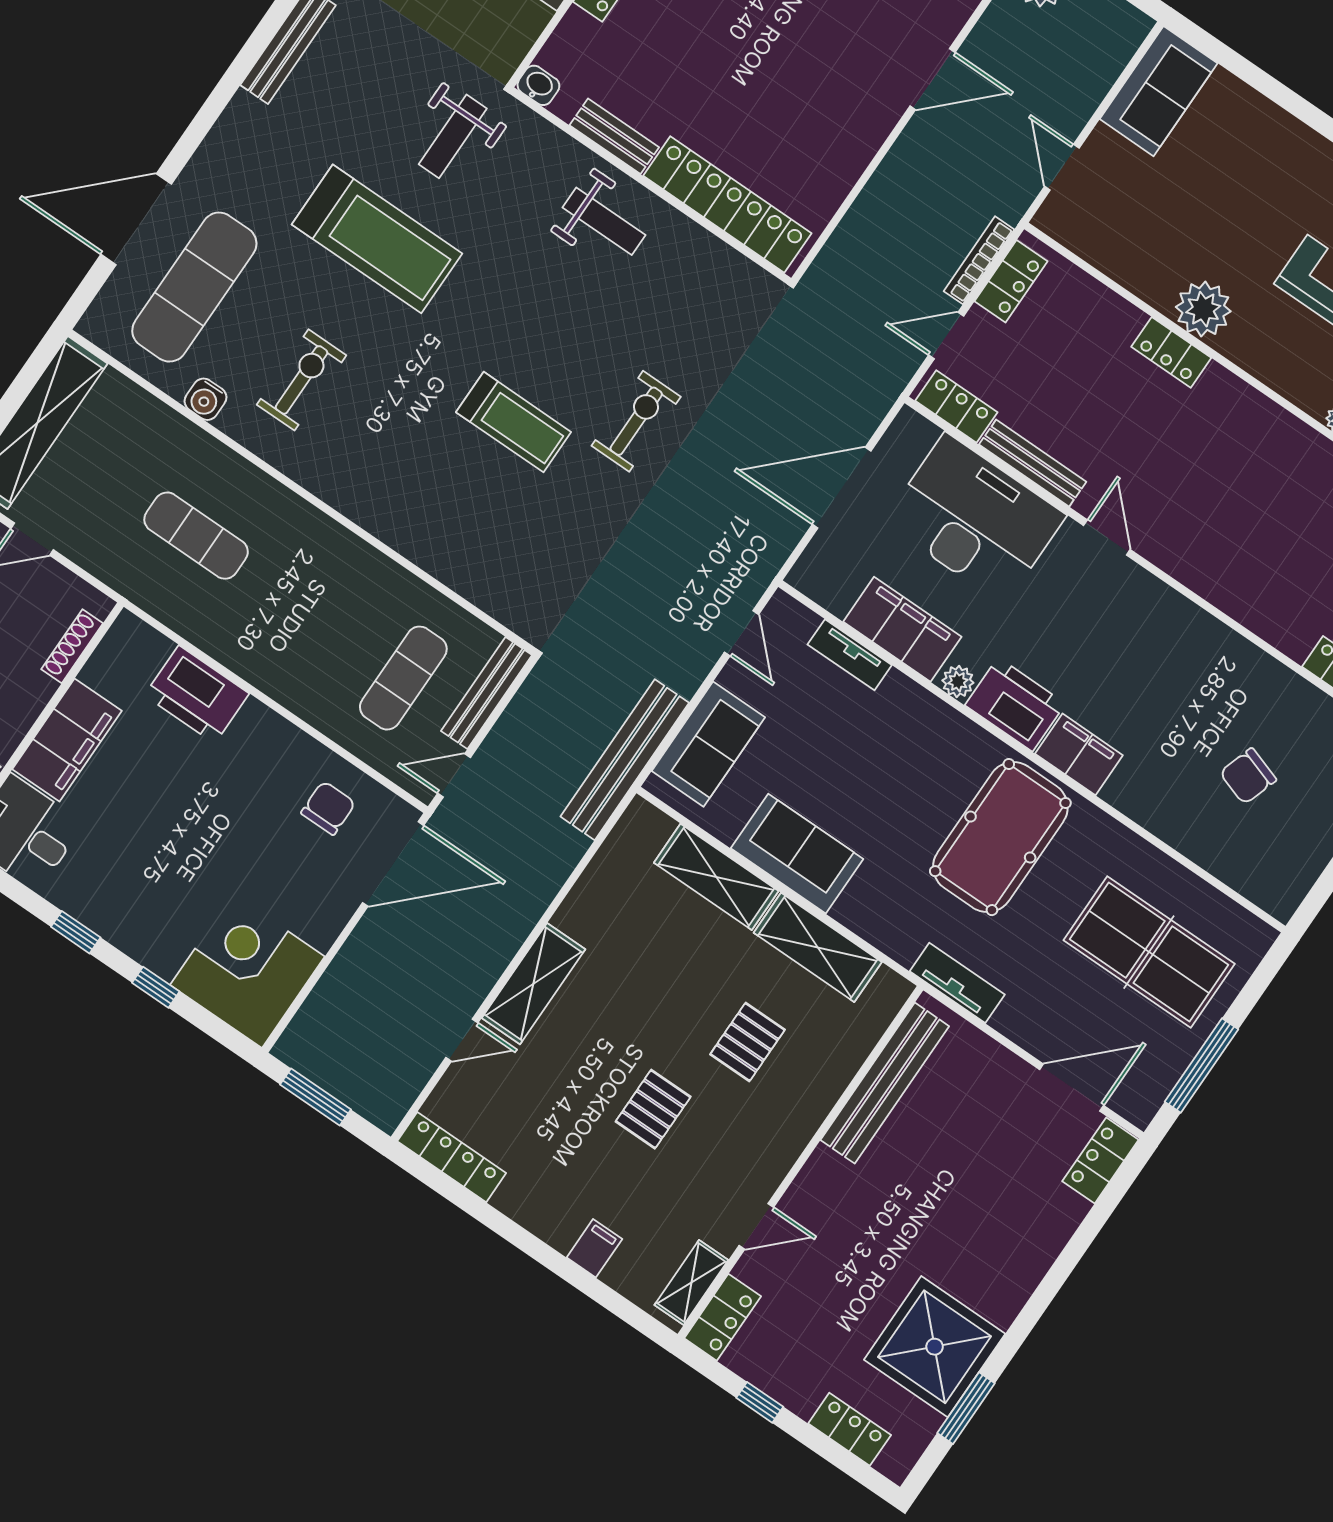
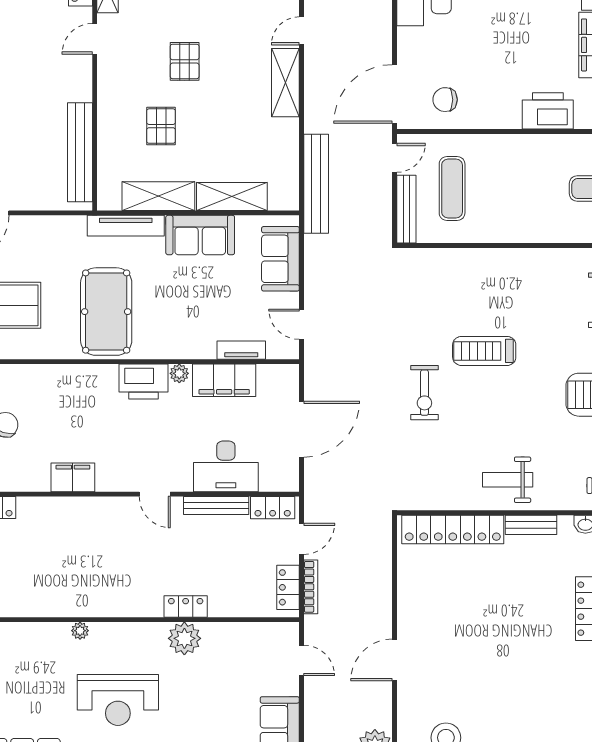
desk: (975, 519) -> (226, 466), width x0.73, depth x0.77
filing cabinet: (1079, 754) -> (73, 477), moved, turned 180
bench: (625, 760) -> (316, 184), moved
chair: (328, 808) -> (445, 100), turned 90
tv unit: (957, 983) -> (126, 226), moved, width x1.41

